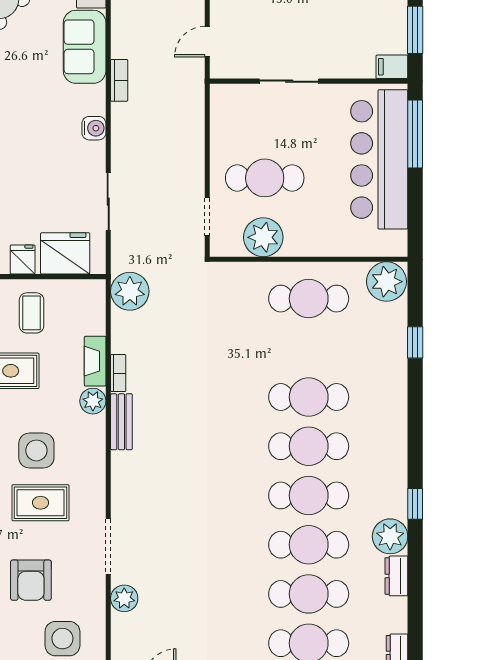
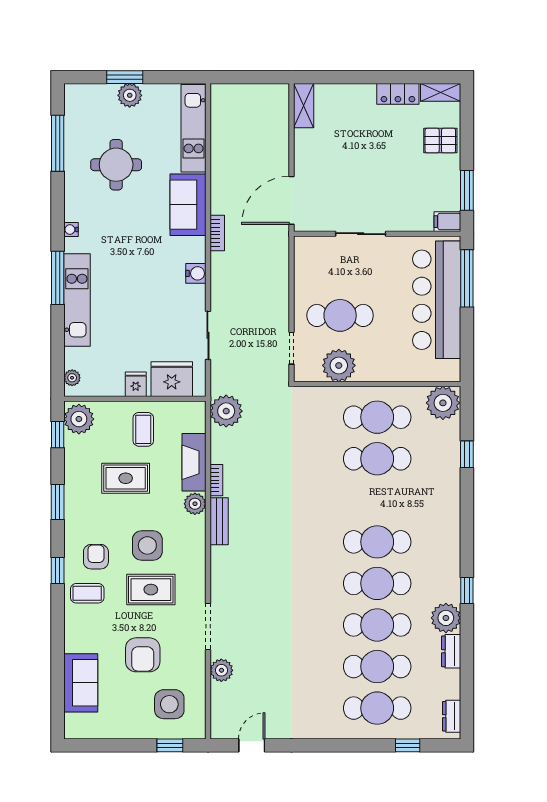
door: (207, 42) -> (292, 200), width x1.88
fireplace: (95, 361) -> (194, 462), width x1.37, depth x1.32
cafe table: (309, 397) -> (377, 459), moved

